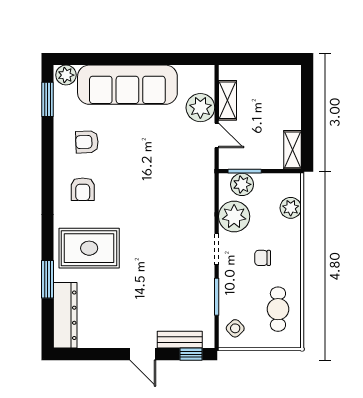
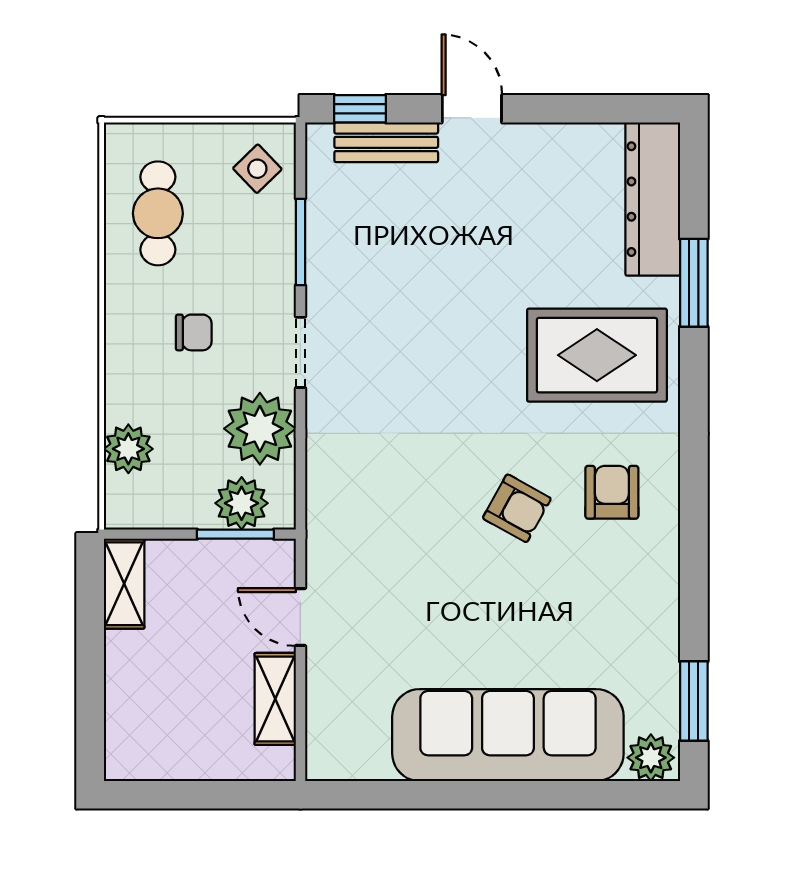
plant: (200, 108) -> (338, 682), removed
armchair: (87, 142) -> (517, 508), moved, turned 31

